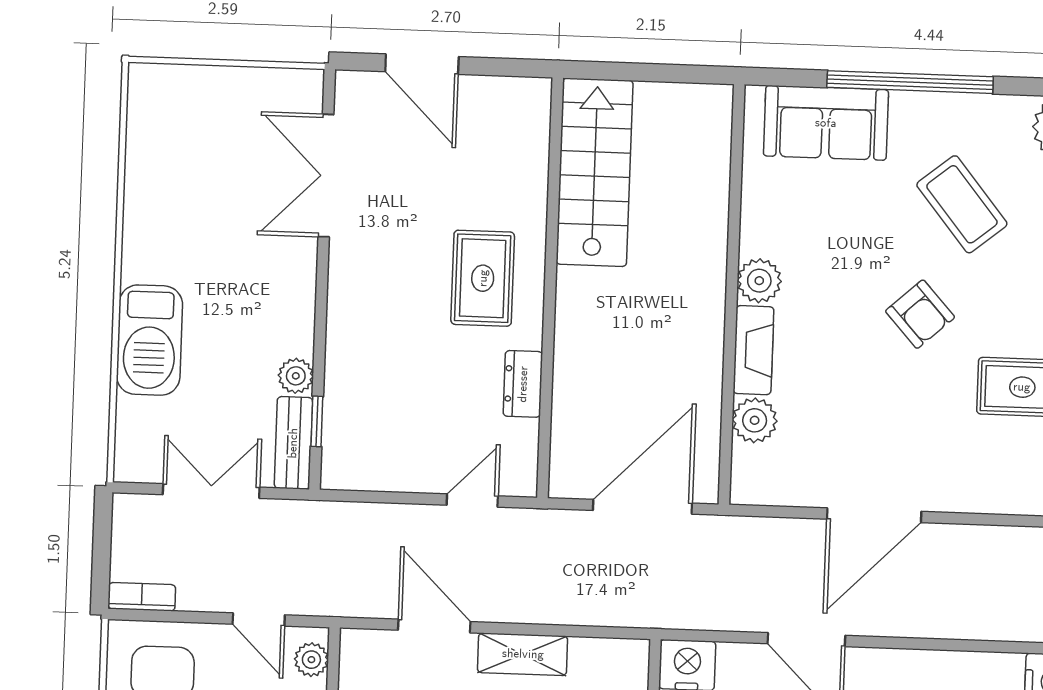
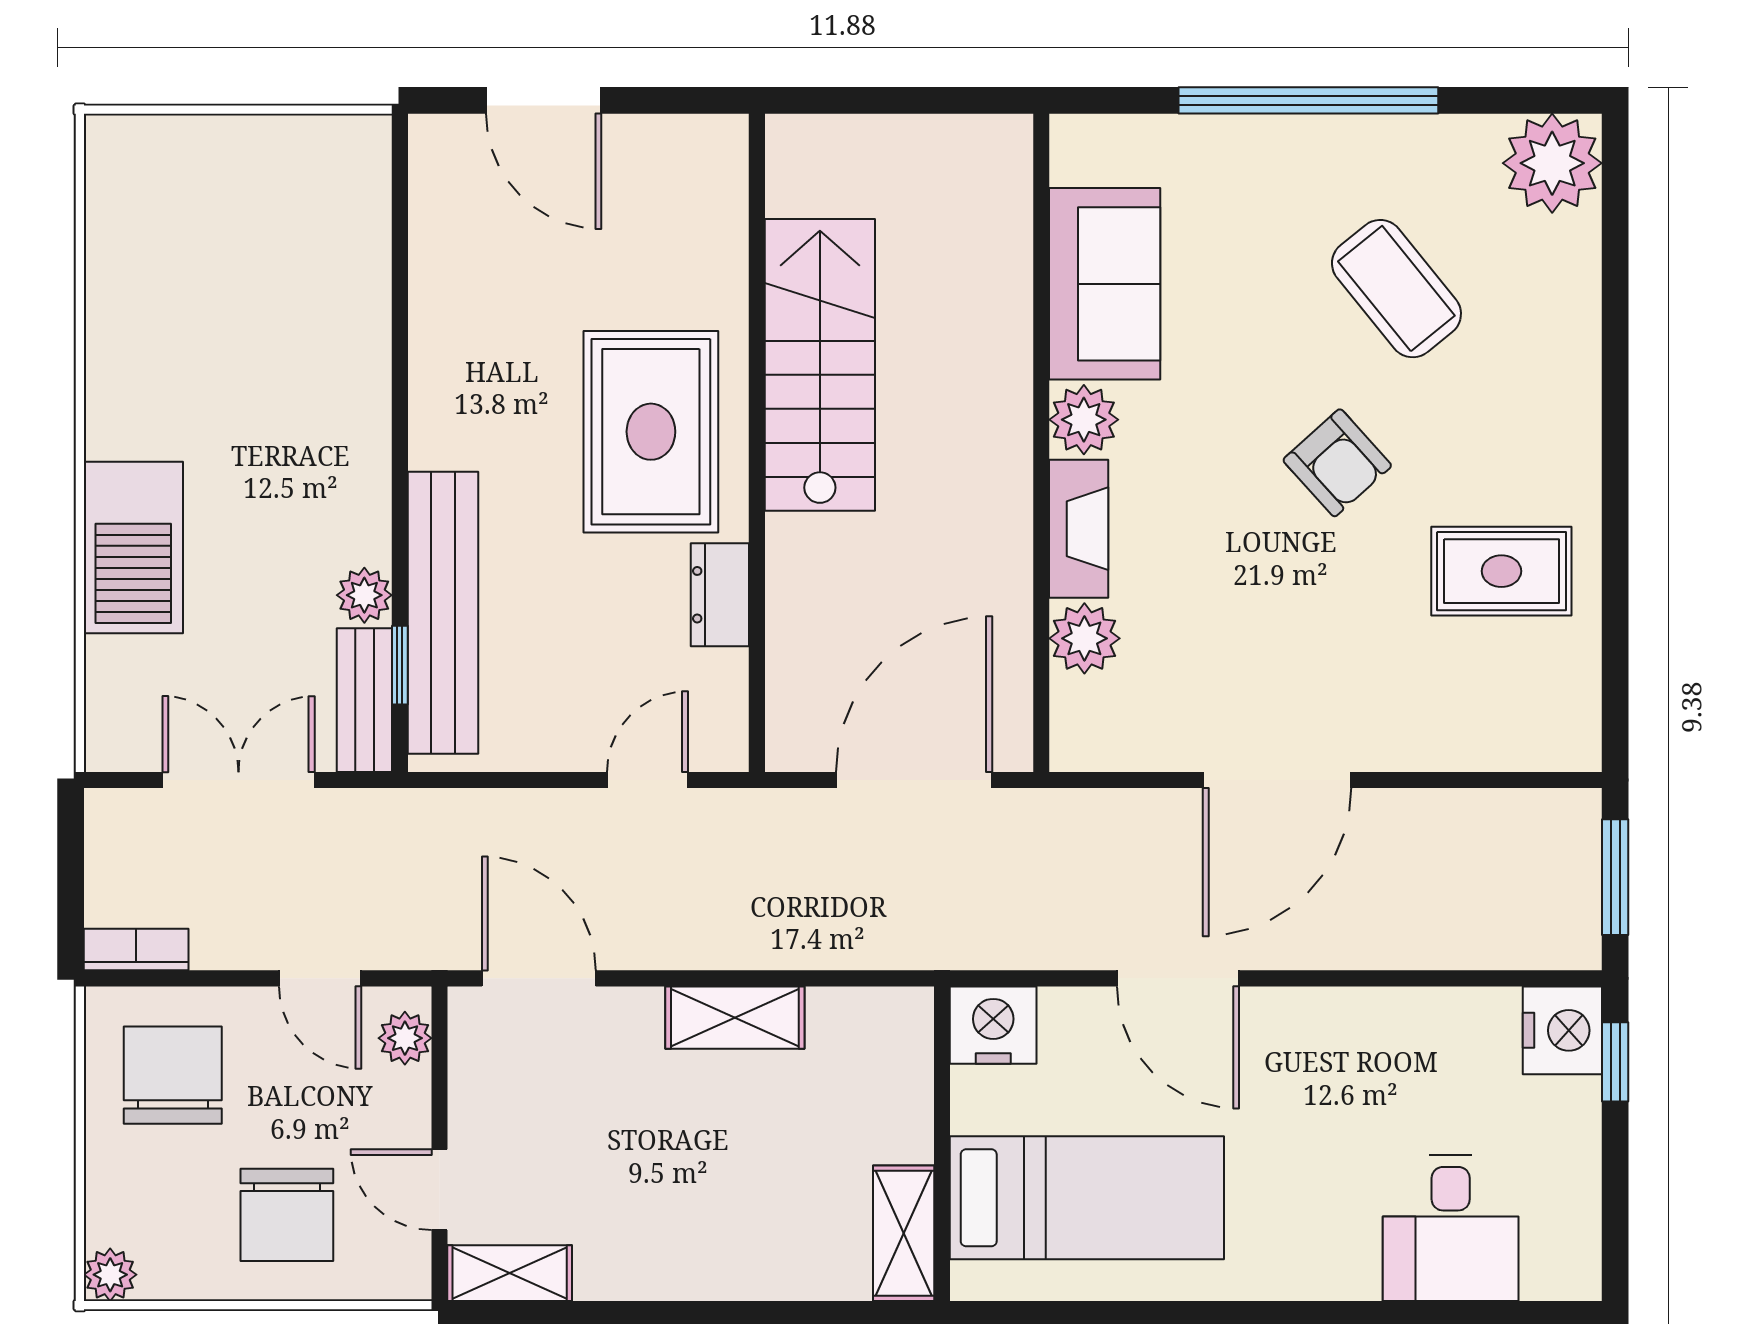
sofa: (826, 123) -> (1105, 284), moved, turned -90
stairs: (595, 172) -> (820, 365), moved
double door: (326, 176) -> (400, 280), removed
rug: (483, 278) -> (651, 432), width x1.36, depth x1.43
bench: (346, 389) -> (443, 613), added
door: (434, 626) -> (539, 978), moved

